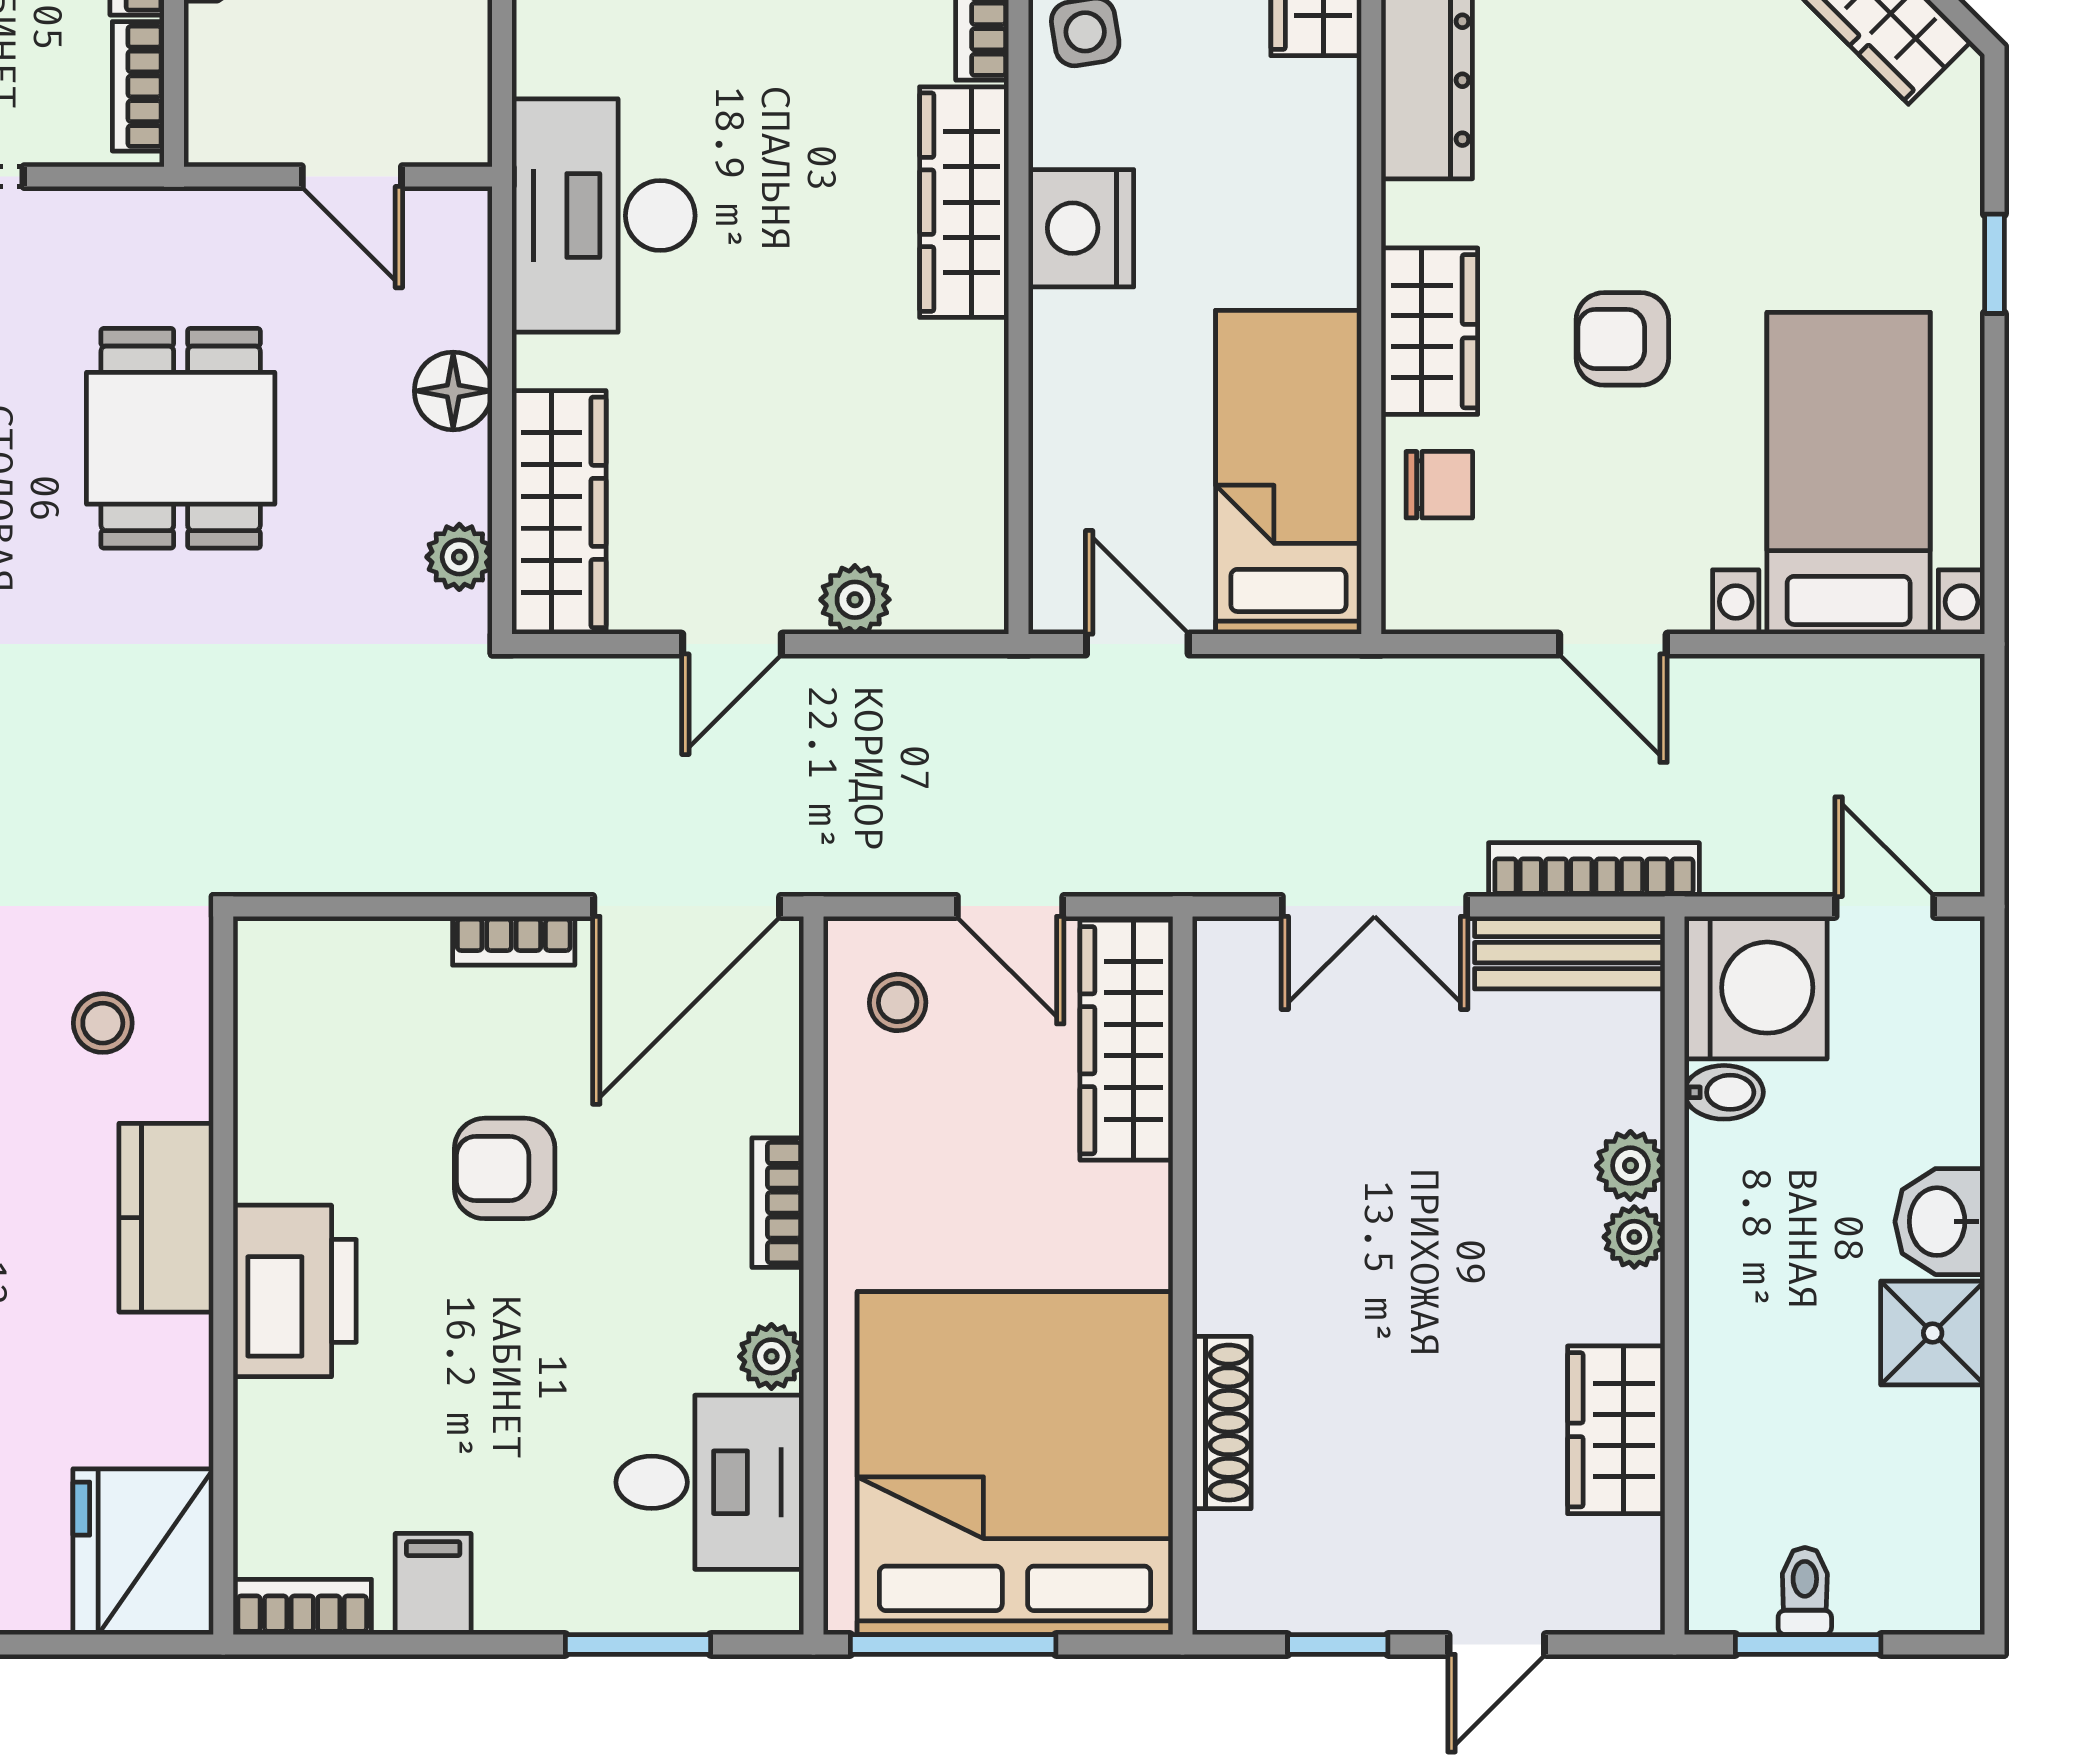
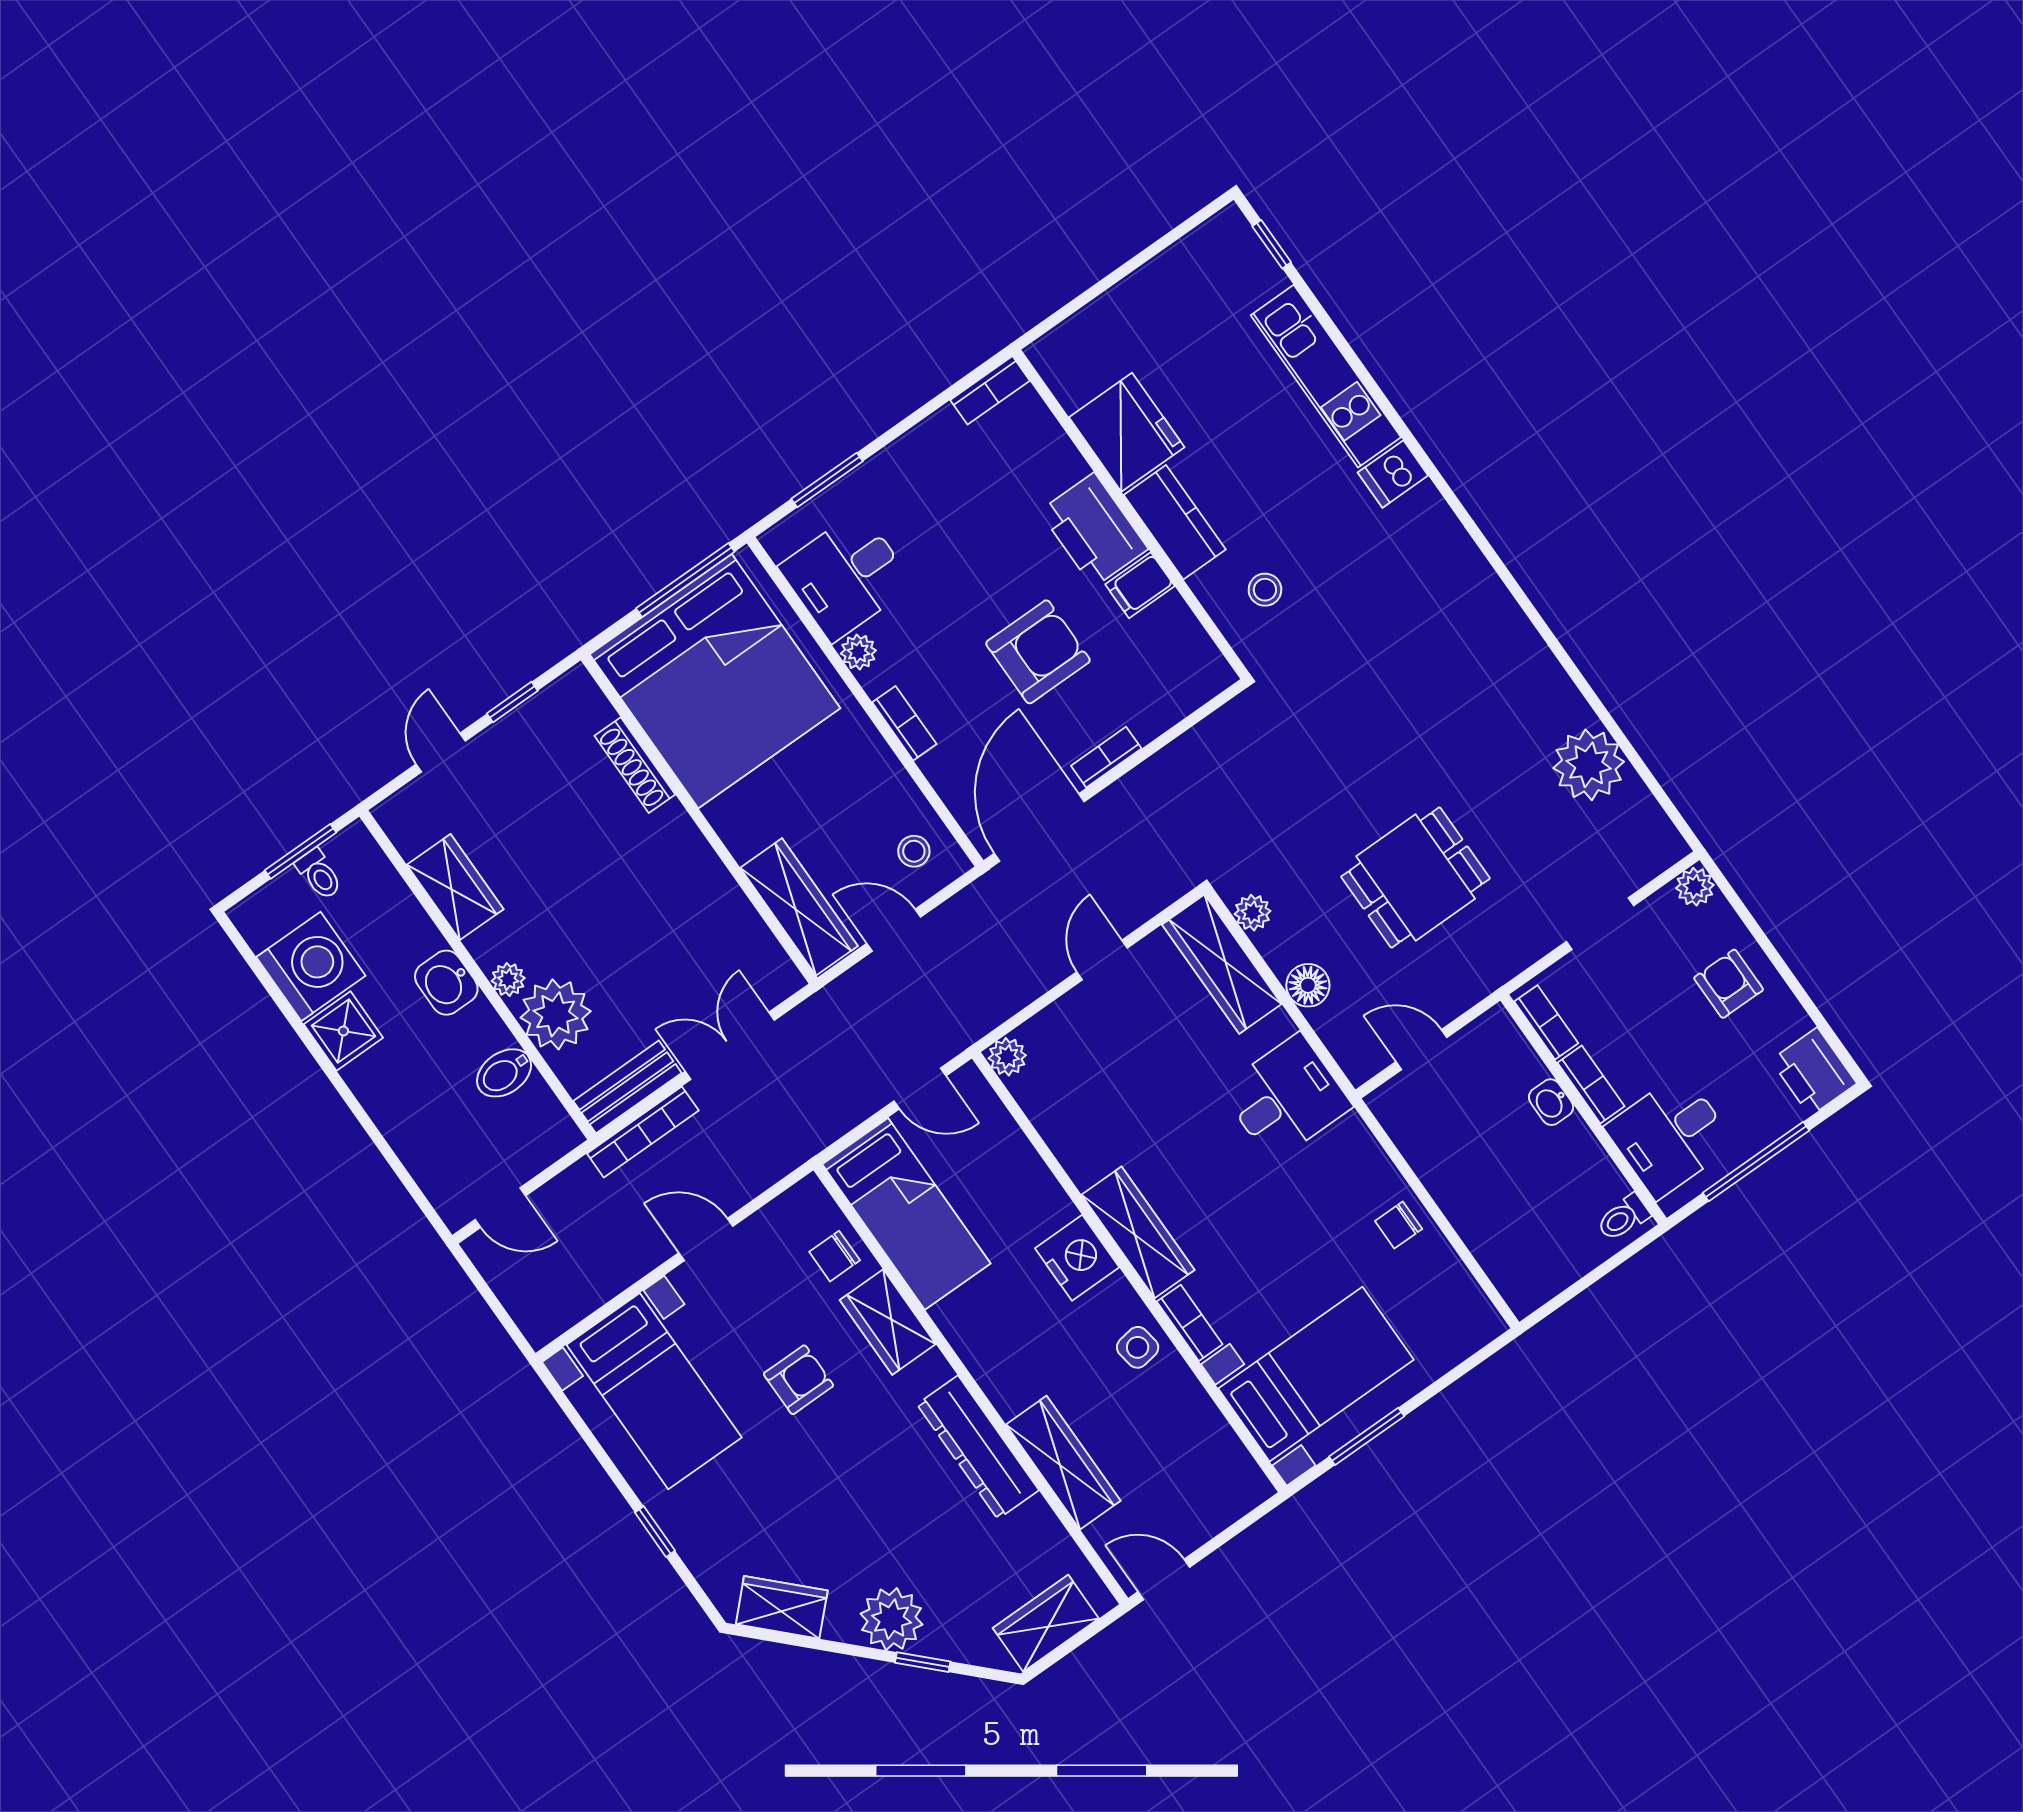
desk: (603, 216) -> (1286, 1098), width x0.73
dining table: (181, 438) -> (1416, 878), turned 90
plant: (855, 600) -> (1007, 1057), moved
washing machine: (1756, 988) -> (311, 966), moved, turned 180
bidet: (1724, 1092) -> (504, 1073), width x1.38, depth x1.36
plant: (1630, 1166) -> (556, 1014), width x1.88, depth x1.88
armchair: (505, 1168) -> (1038, 652), width x1.38, depth x1.38
washbasin: (1940, 1222) -> (446, 983), moved, turned 180
fridge: (143, 1552) -> (1127, 432), moved
filing cabinet: (433, 1584) -> (1140, 585), moved, turned 90

